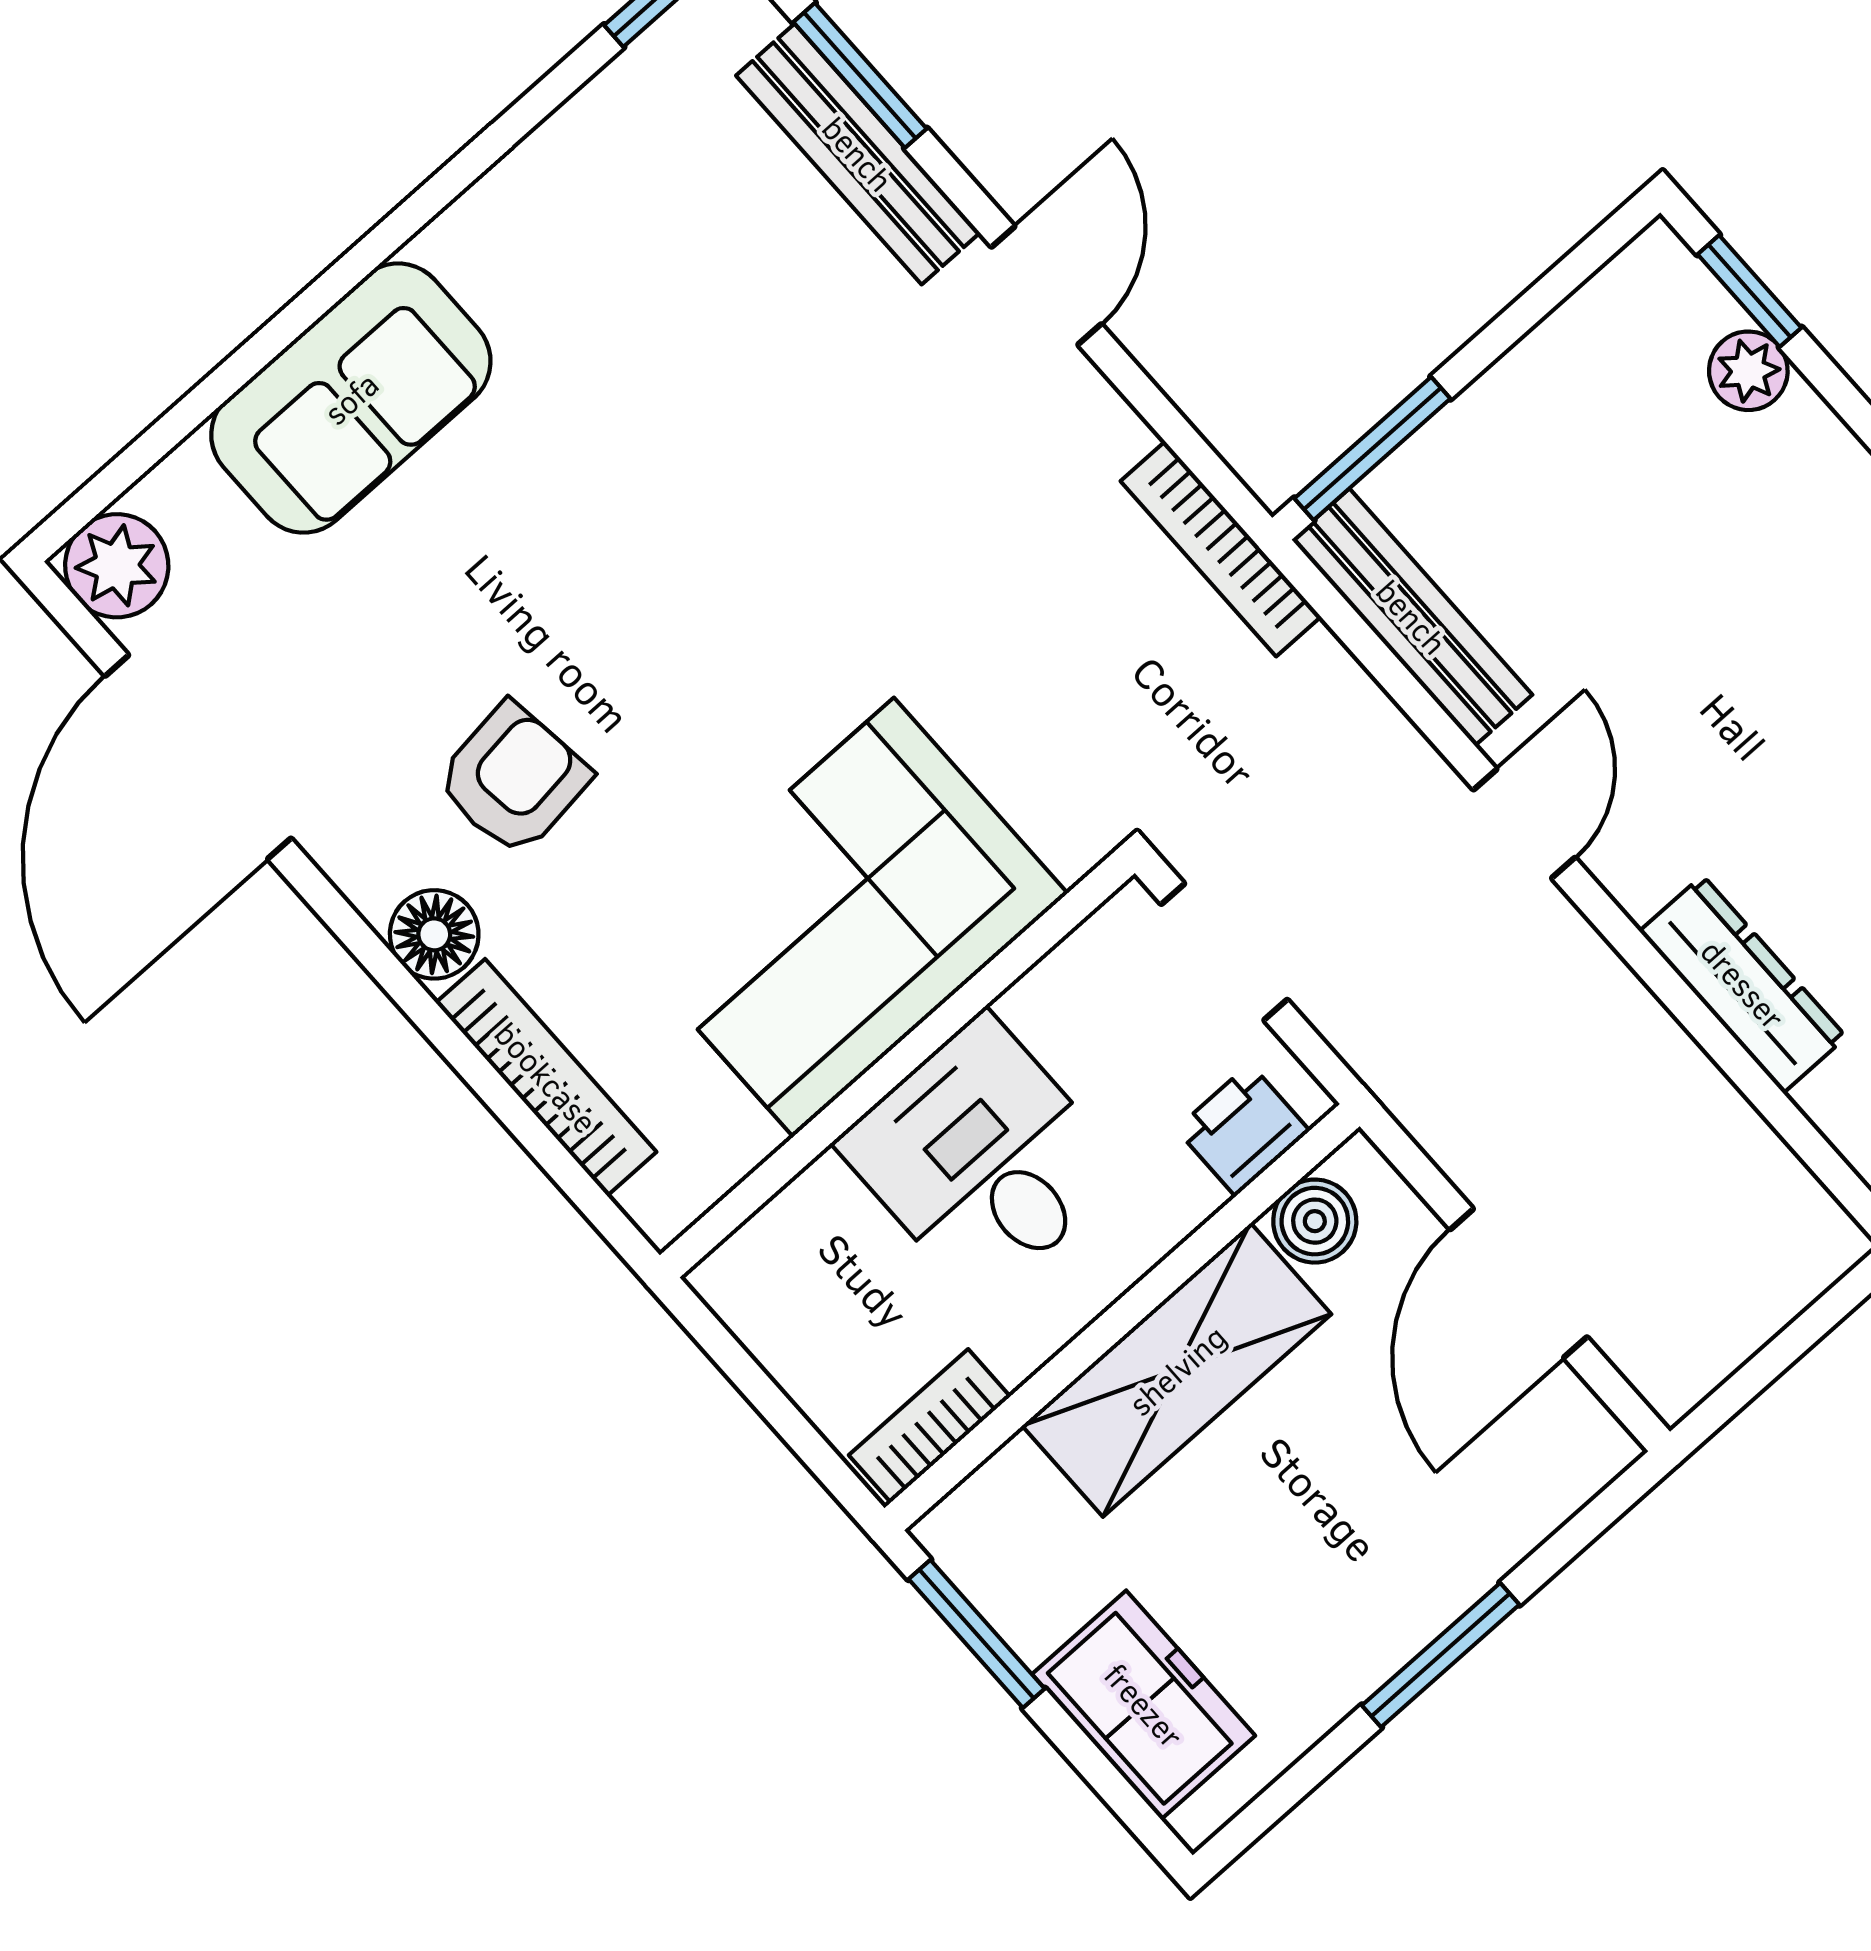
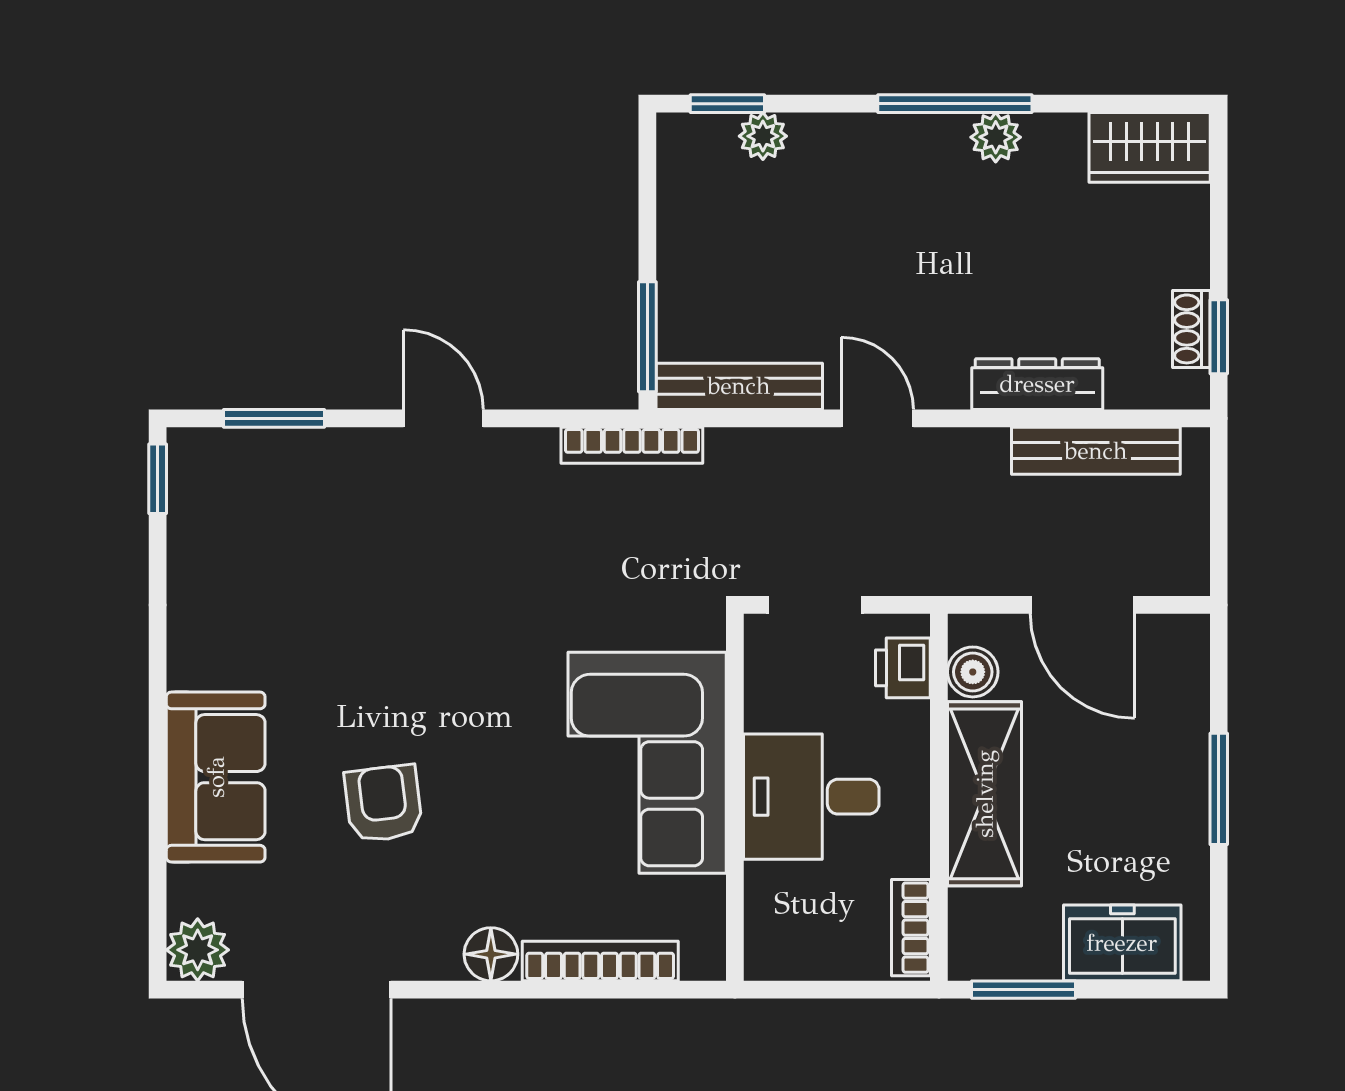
bench: (858, 154) -> (1096, 451), moved
armchair: (513, 779) -> (383, 803), moved

